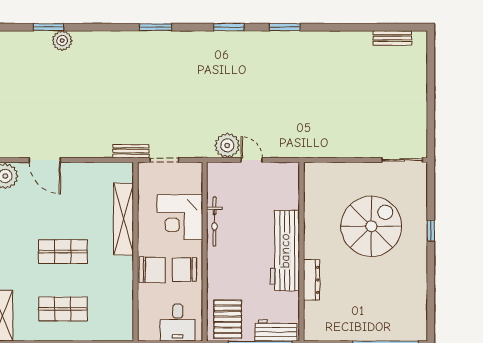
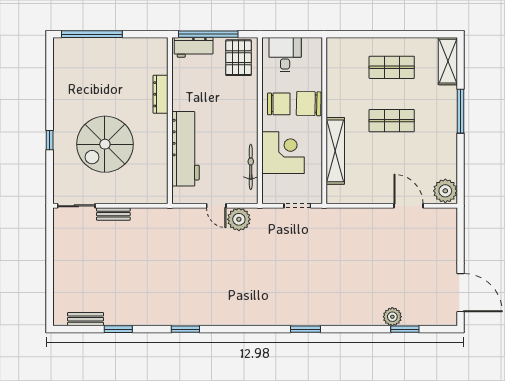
window: (229, 27) -> (118, 329), moved
bench: (131, 151) -> (113, 214), moved
bicycle: (214, 221) -> (251, 167), moved
workbench: (285, 251) -> (185, 149), moved

